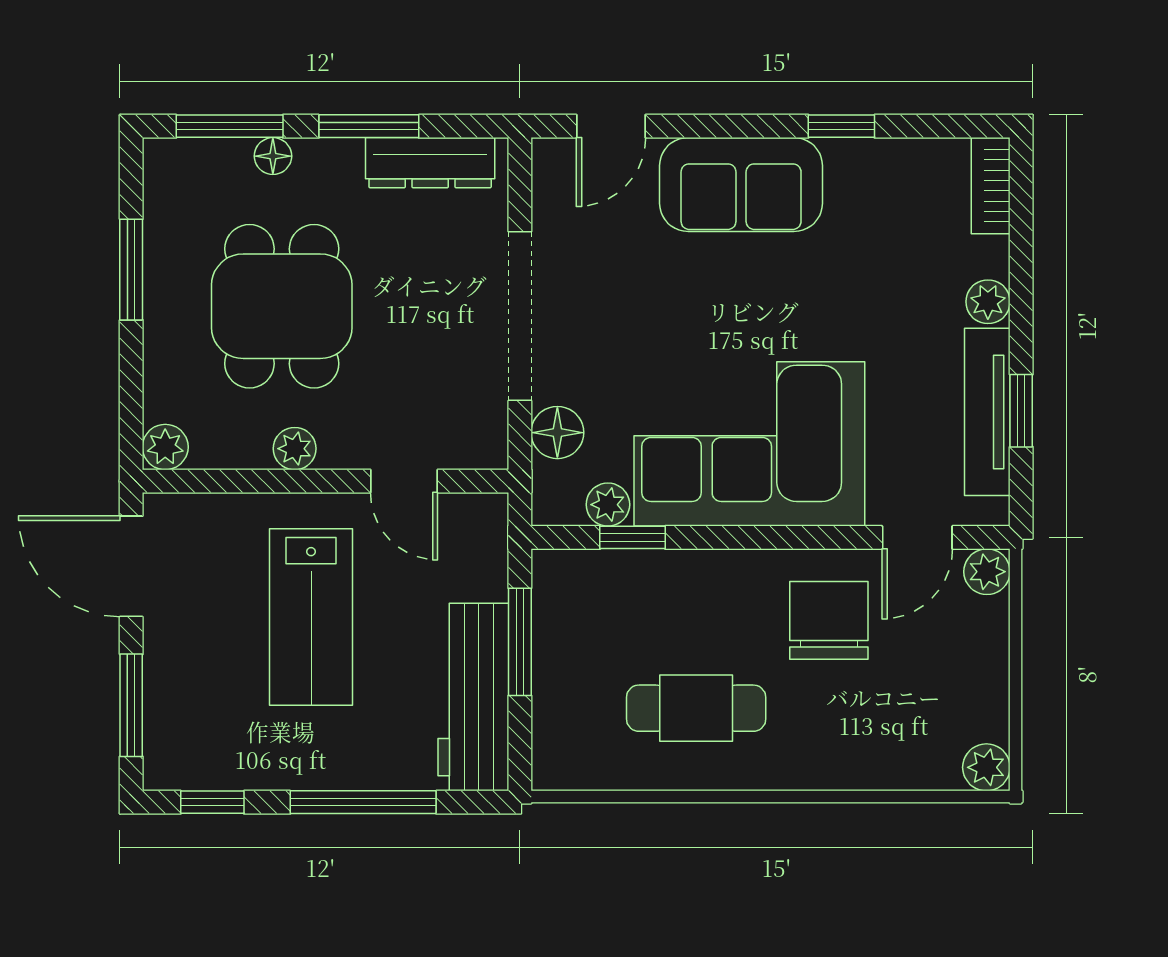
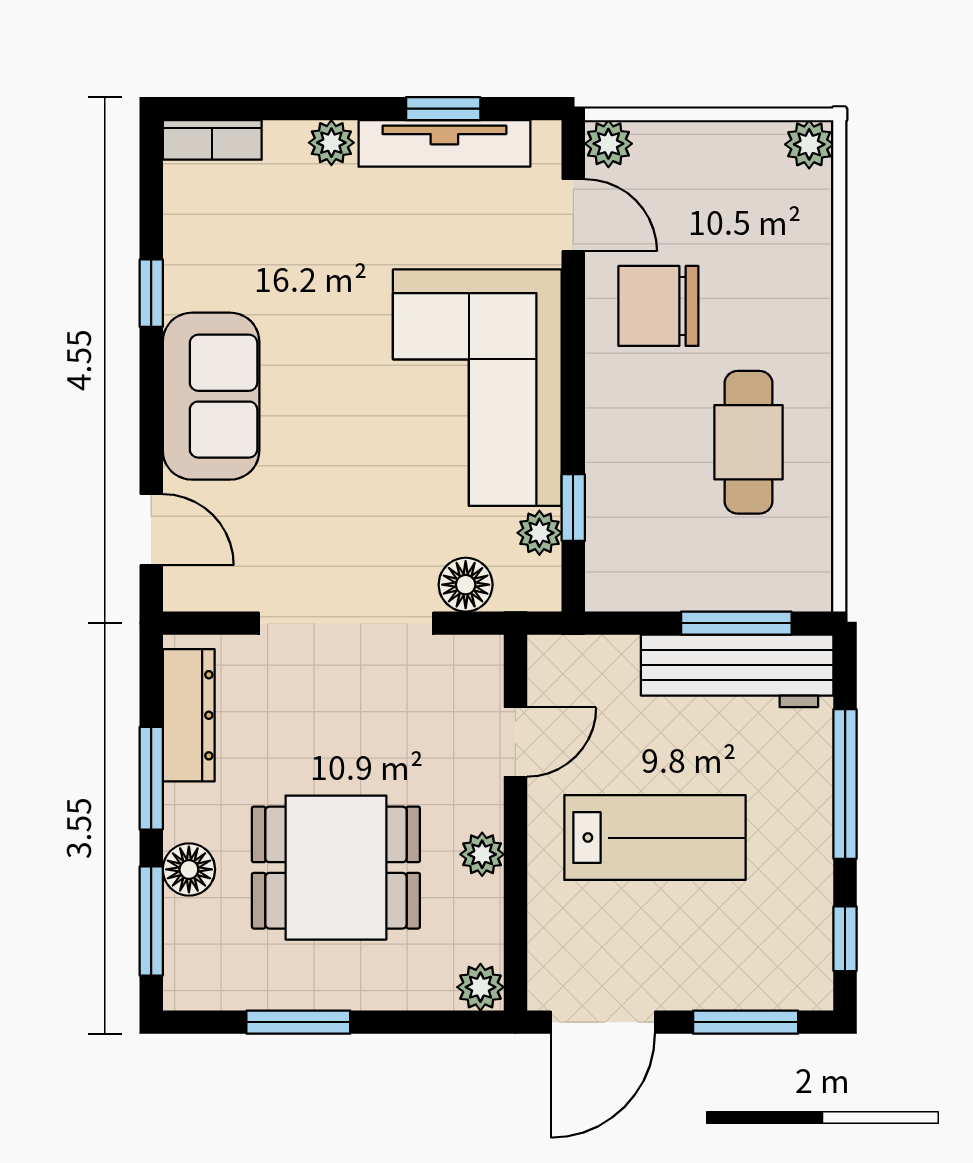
floor lamp: (273, 156) -> (189, 869), width x1.37, depth x1.37
window: (520, 642) -> (736, 623), moved

